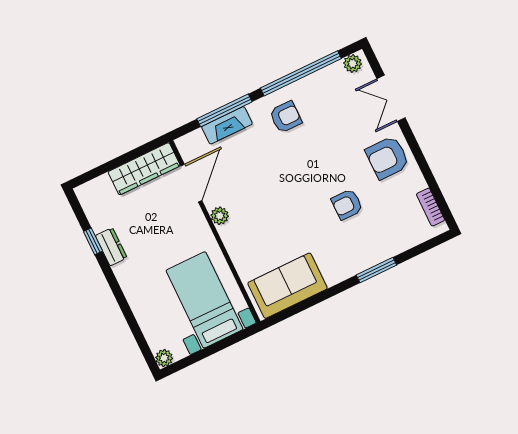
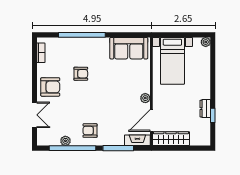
plant: (353, 63) -> (65, 141), moved
fireplace: (227, 125) -> (137, 140), moved
window: (376, 270) -> (82, 35), width x2.11

